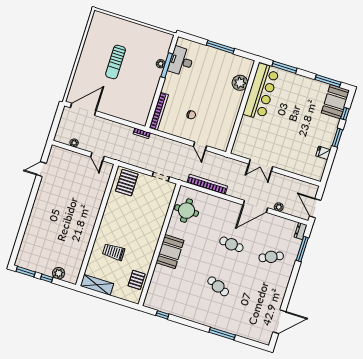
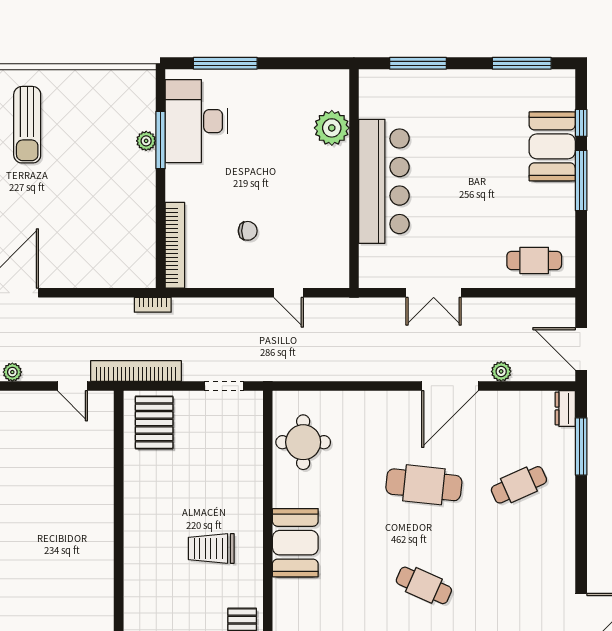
window: (220, 47) -> (225, 63), moved
desk: (181, 61) -> (196, 121), width x1.36, depth x1.30
sun lounger: (116, 62) -> (27, 125), moved
bar counter: (261, 92) -> (384, 181), moved
booth: (335, 102) -> (552, 146), moved
window: (337, 138) -> (581, 180), width x1.44
fridge: (323, 153) -> (561, 223), removed
cafe table: (307, 165) -> (534, 260), added
bookcase: (207, 184) -> (136, 371), moved
cafe table: (231, 244) -> (424, 485), width x1.37, depth x1.35
trolley: (114, 252) -> (211, 549), moved

